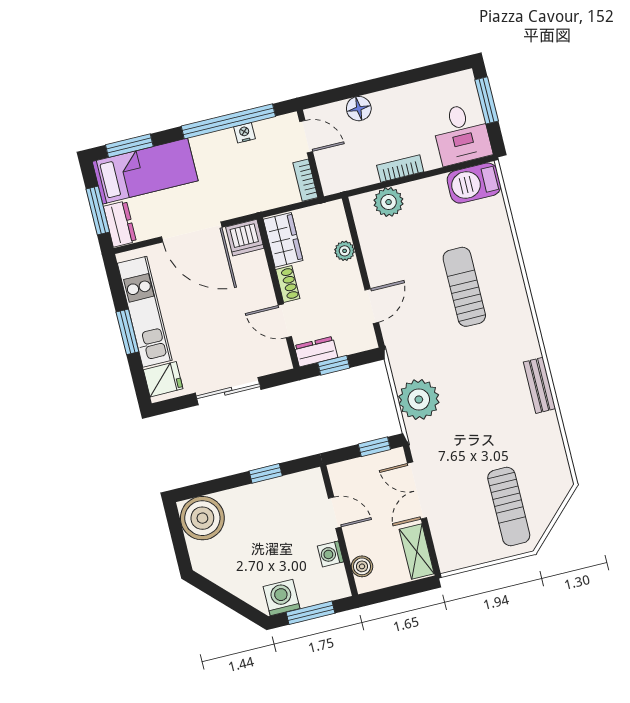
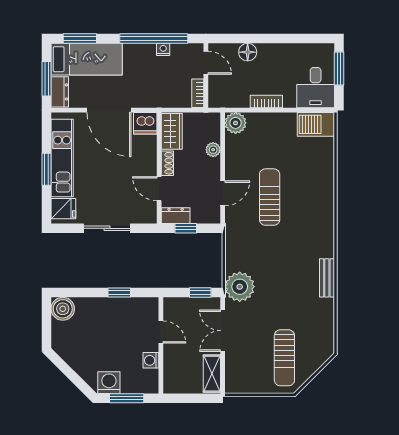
plant: (389, 202) -> (236, 123), moved
sun lounger: (464, 287) -> (270, 197), moved
plant: (419, 399) -> (240, 287), moved
boiler: (202, 518) -> (63, 309), width x0.73, depth x0.73
boiler: (362, 566) -> (171, 375), removed

